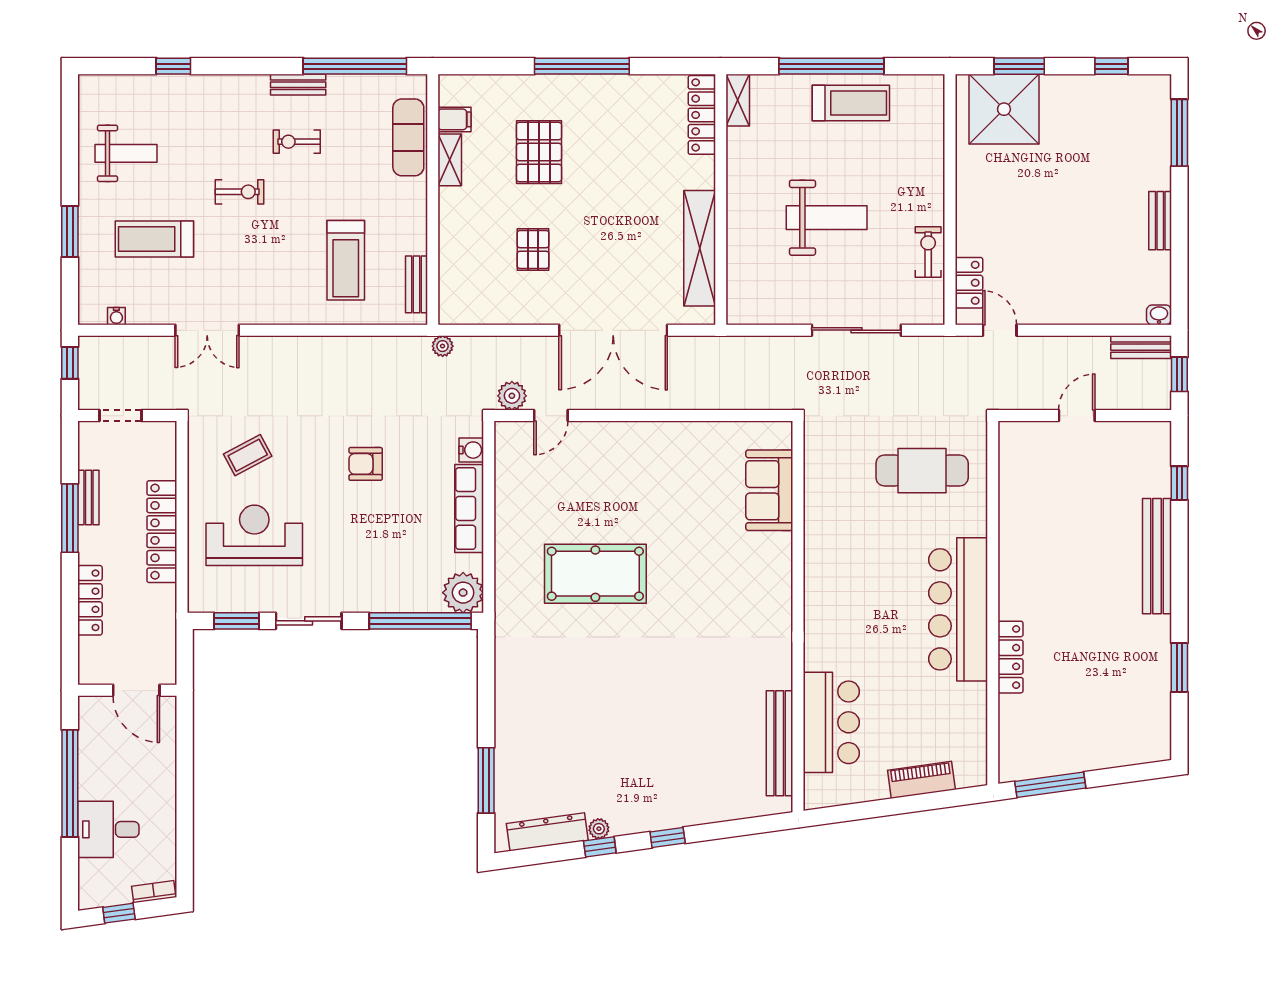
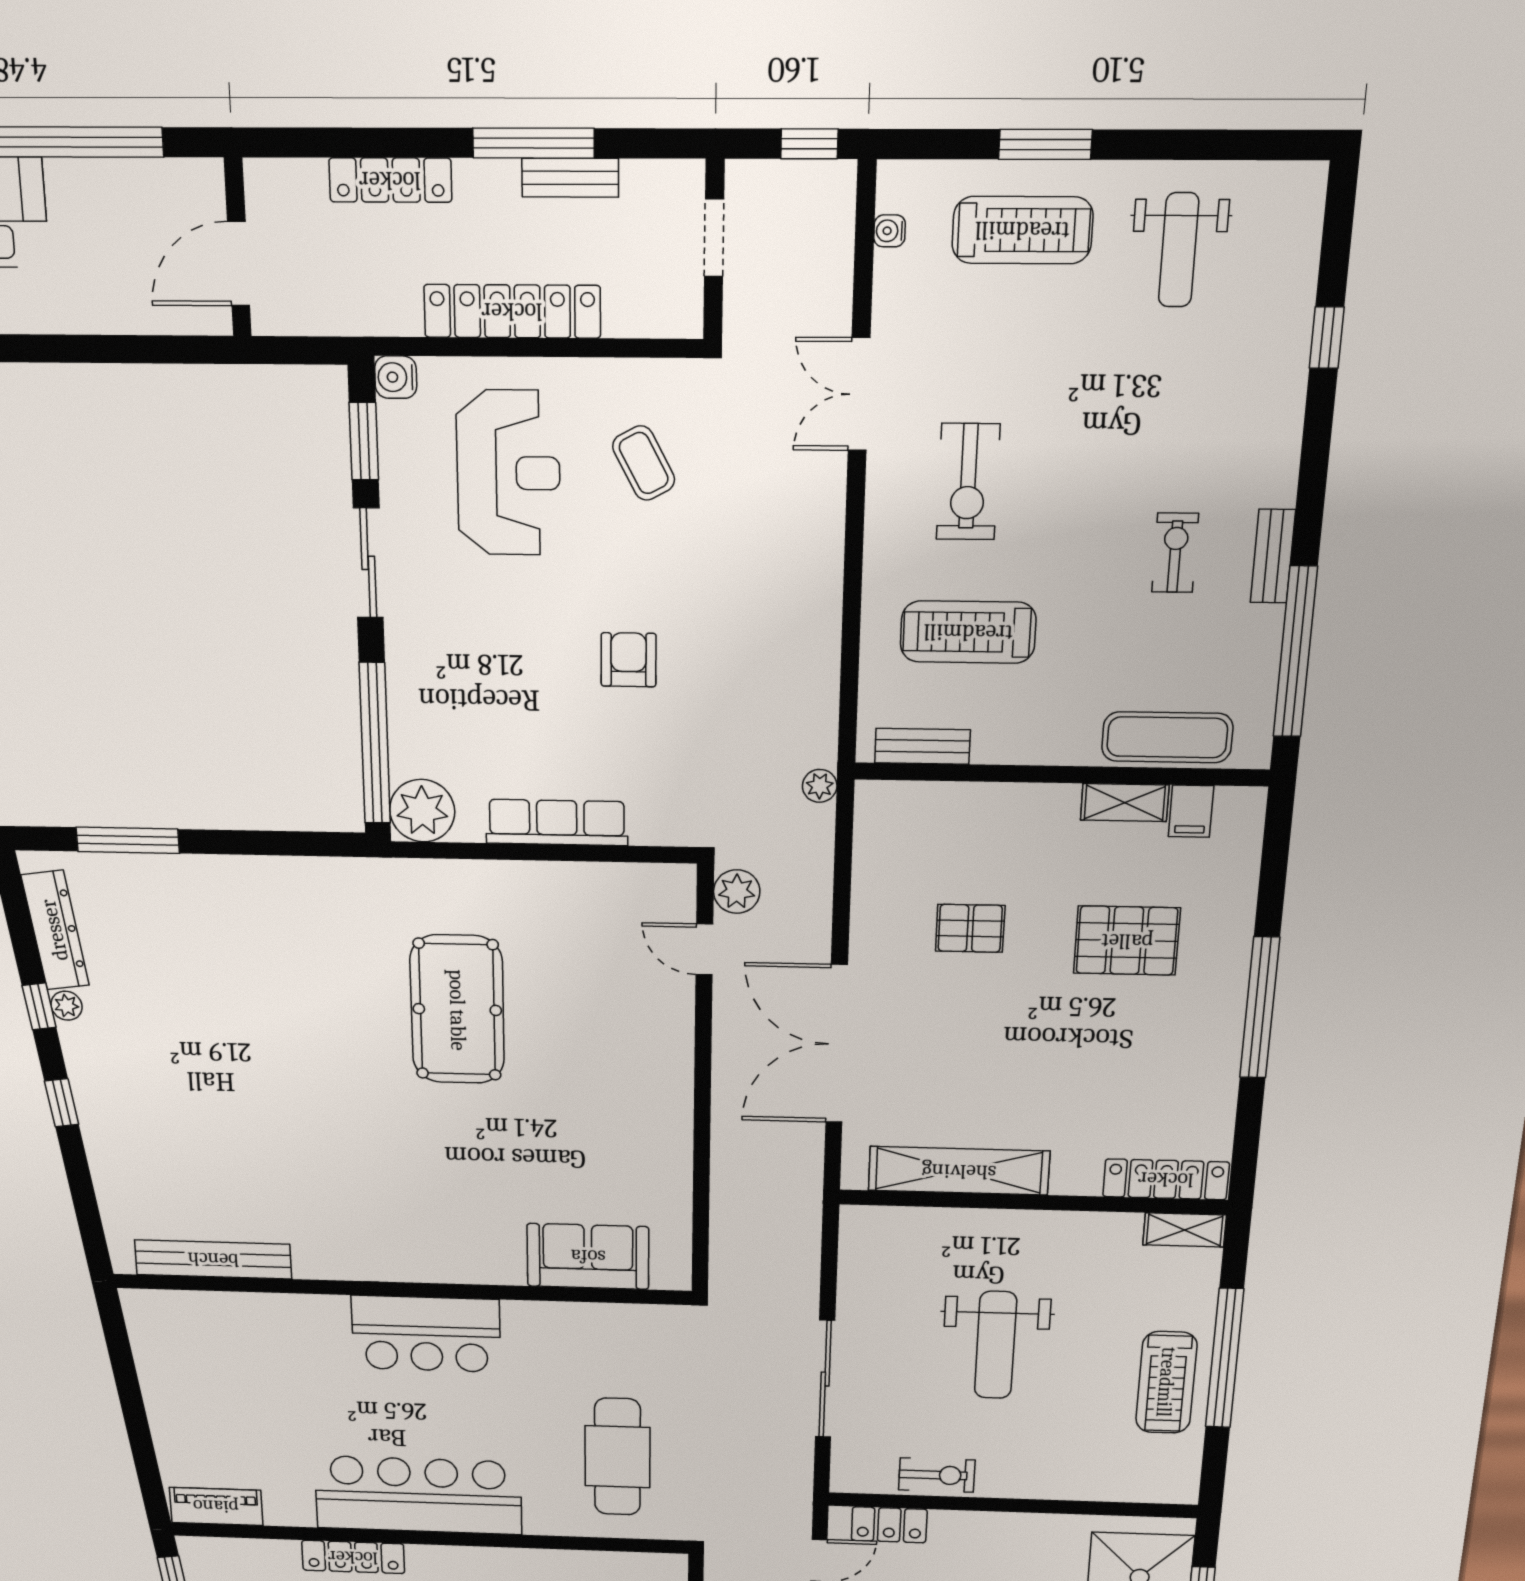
exercise bike: (240, 192) -> (968, 482), moved, width x1.38, depth x1.39
treadmill: (154, 239) -> (1022, 230), moved, turned 90
water cooler: (471, 450) -> (396, 377), moved, turned 90
bar counter: (831, 722) -> (426, 1334), moved
piano: (921, 780) -> (216, 1506), moved, turned -82

